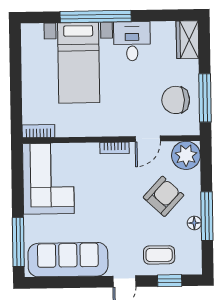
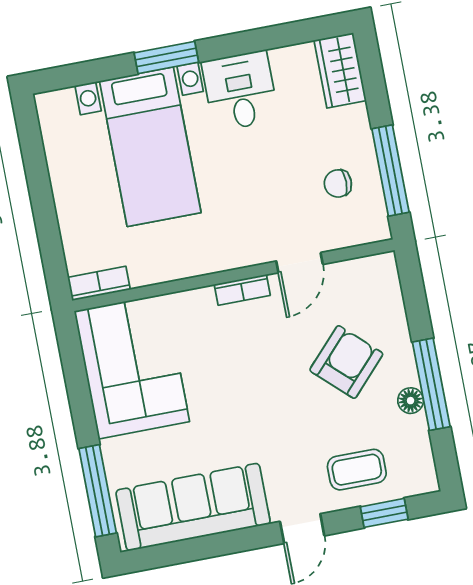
window: (96, 17) -> (166, 57), width x0.47
chair: (176, 100) -> (338, 183), width x0.54, depth x0.54
plant: (186, 155) -> (374, 281), removed

